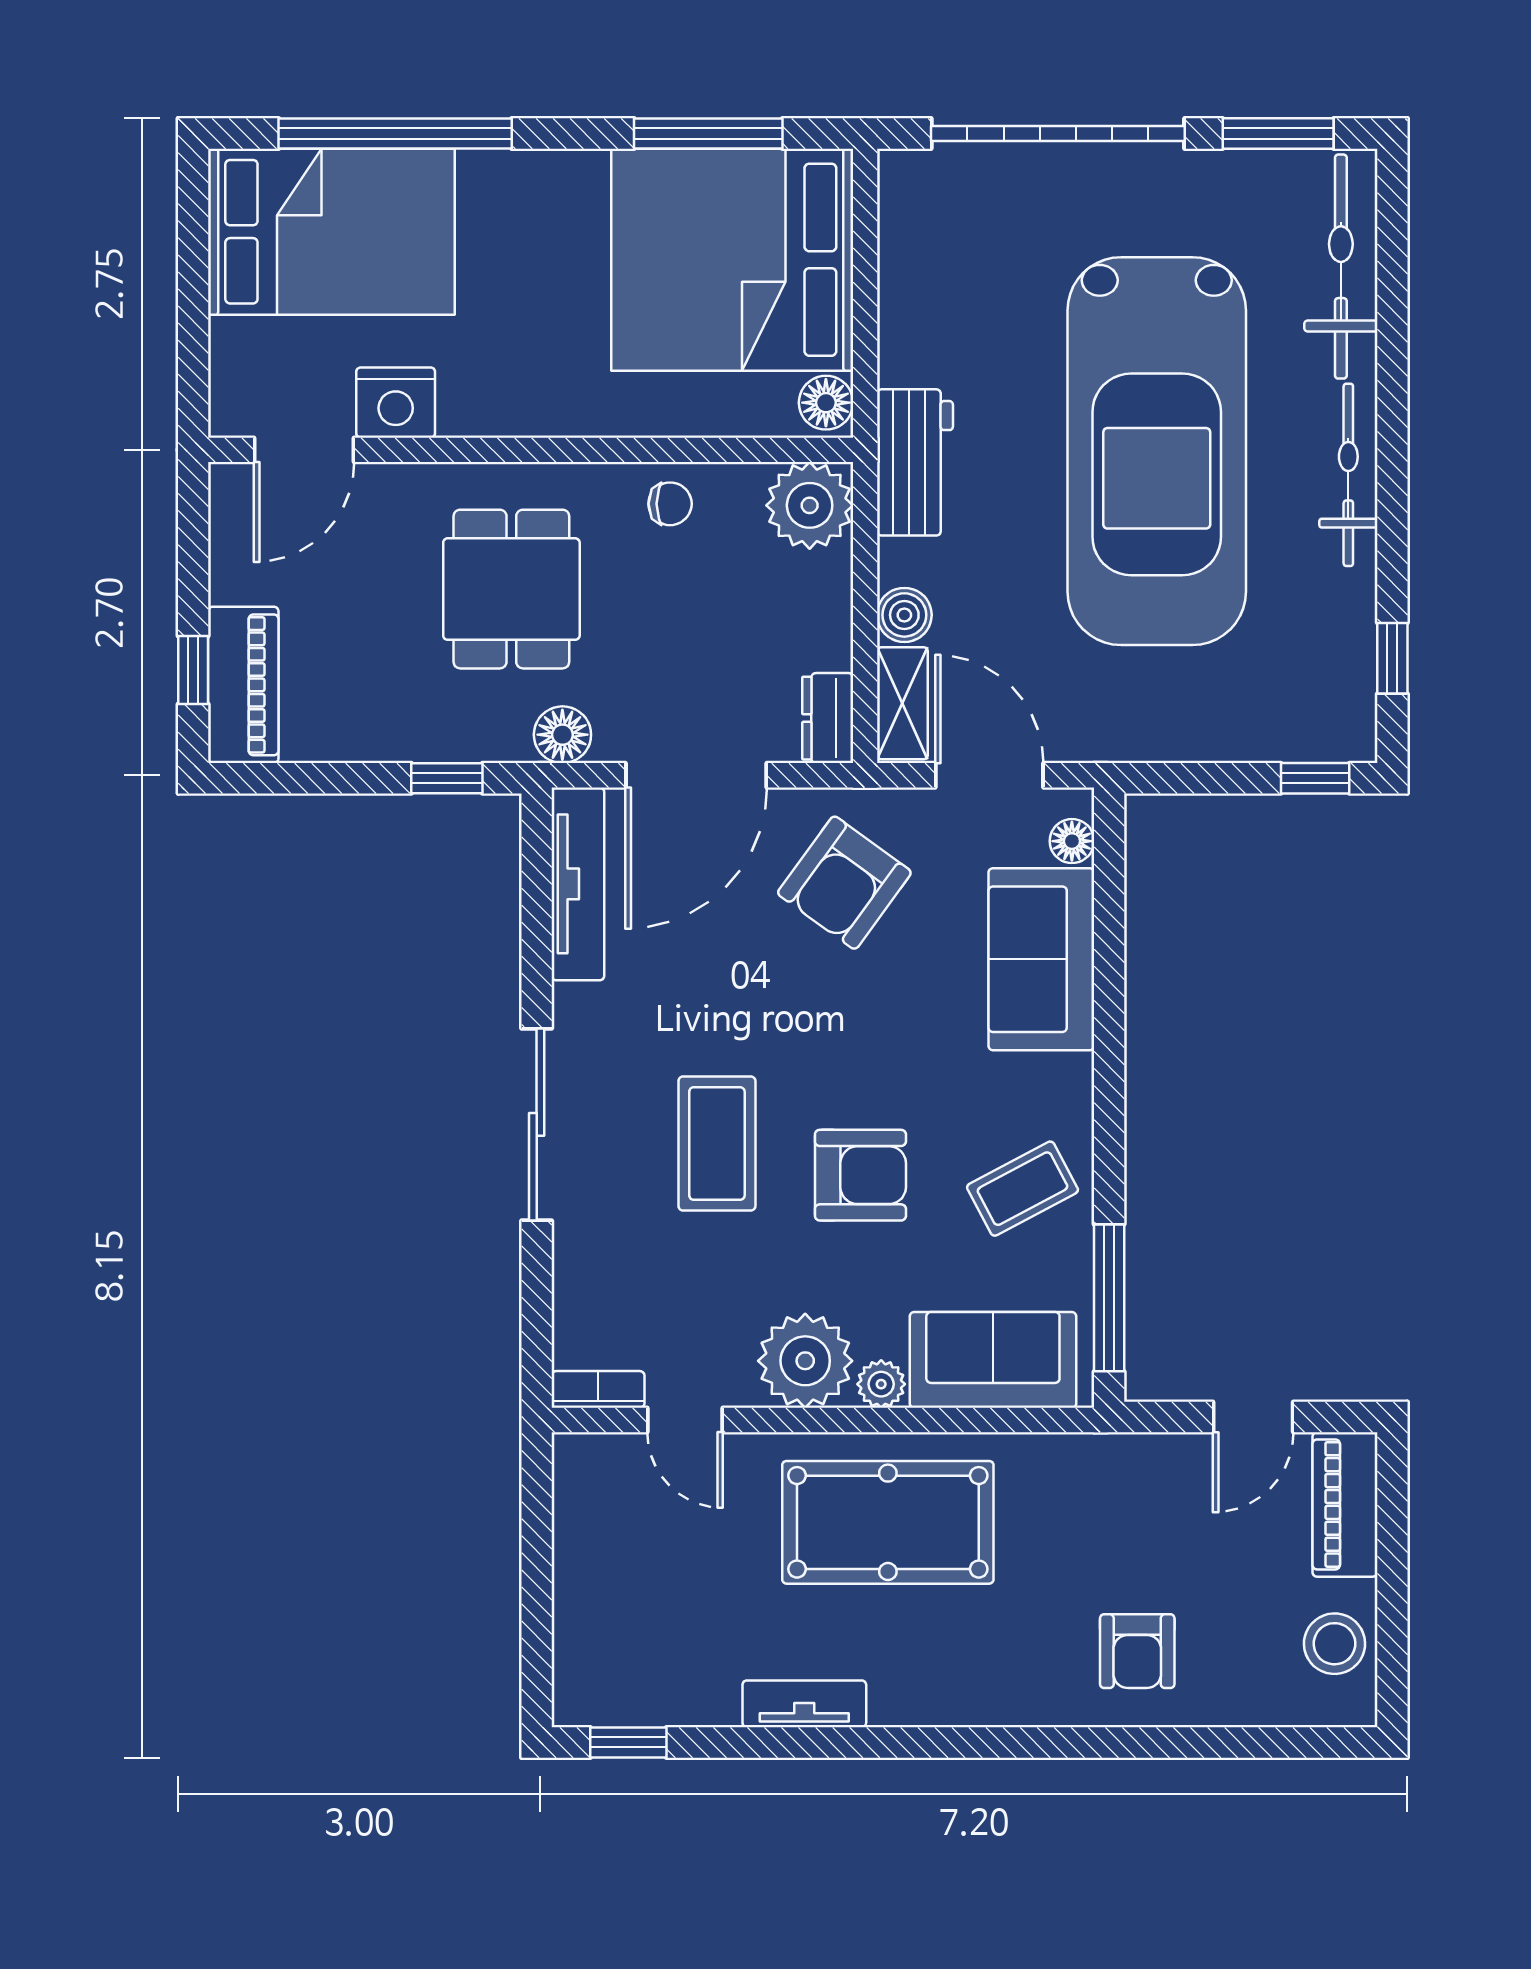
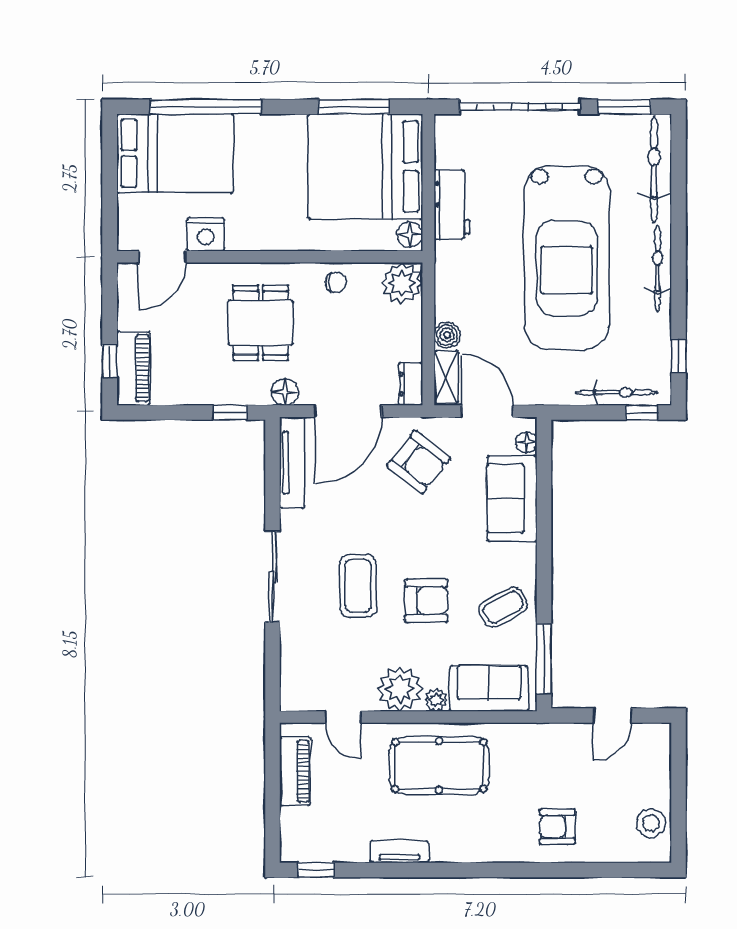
workbench: (915, 462) -> (452, 205), moved
bicycle: (1261, 736) -> (616, 393), added
armchair: (844, 883) -> (419, 462), turned -88
bookcase: (598, 1389) -> (302, 702), removed
piano: (1345, 1504) -> (295, 771), moved, turned 180
armchair: (1137, 1651) -> (557, 827), turned 90

